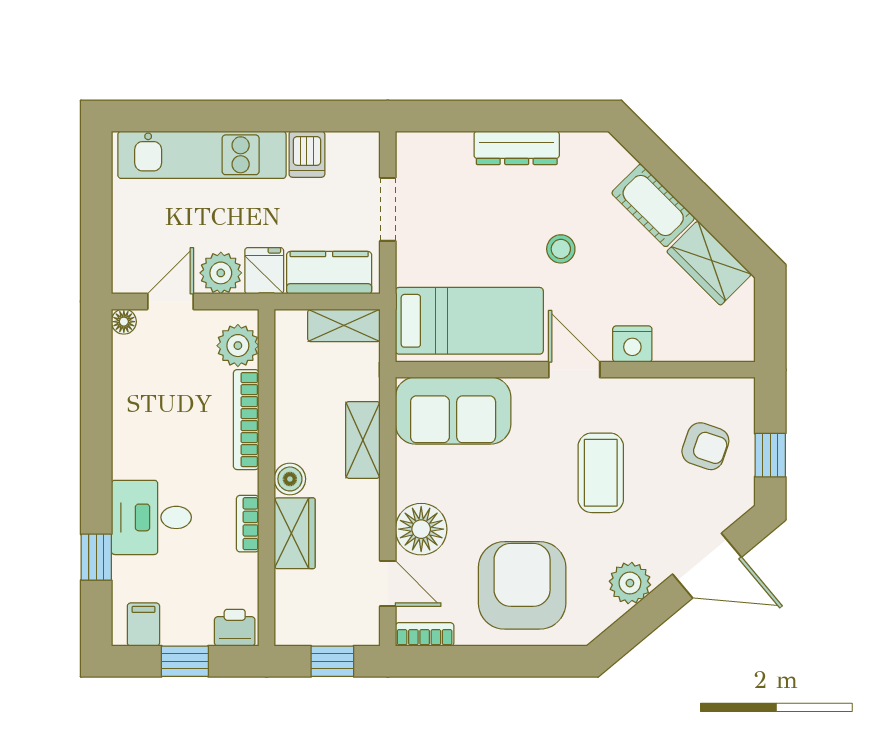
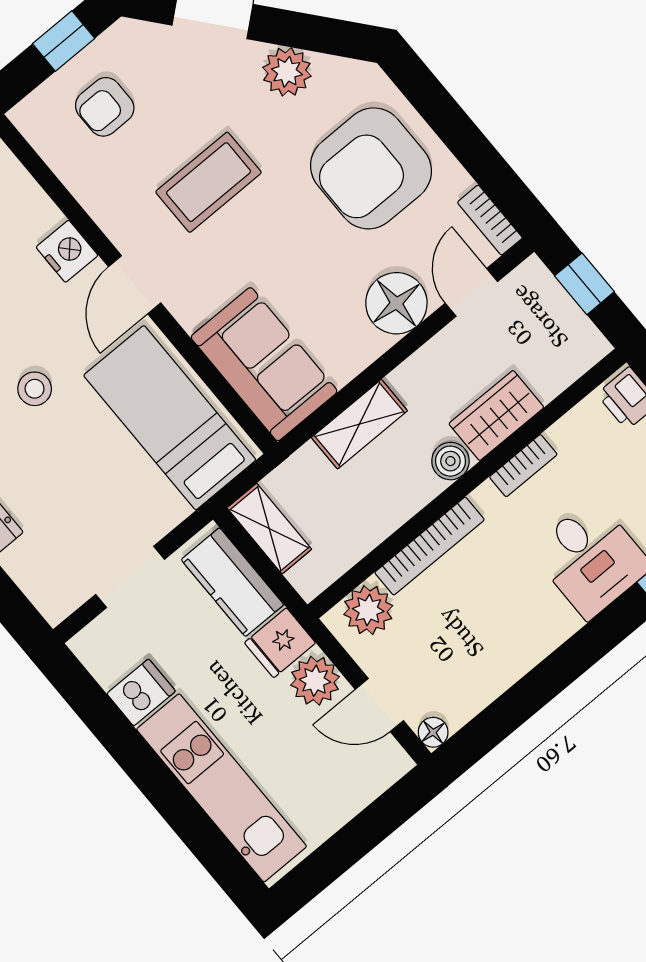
armchair: (705, 446) -> (105, 107), turned -109

